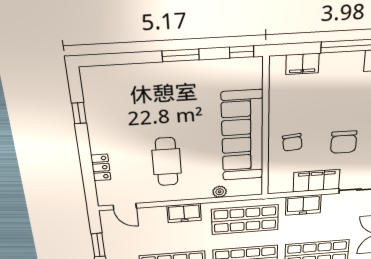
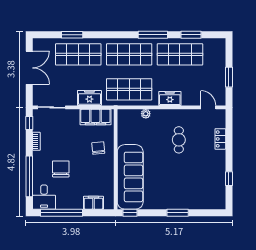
window: (181, 55) -> (178, 213), moved
sofa: (243, 136) -> (130, 177), moved
chair: (344, 142) -> (61, 169), moved
cafe table: (167, 162) -> (179, 140), width x0.73, depth x0.74
filing cabinet: (316, 181) -> (95, 117), moved

